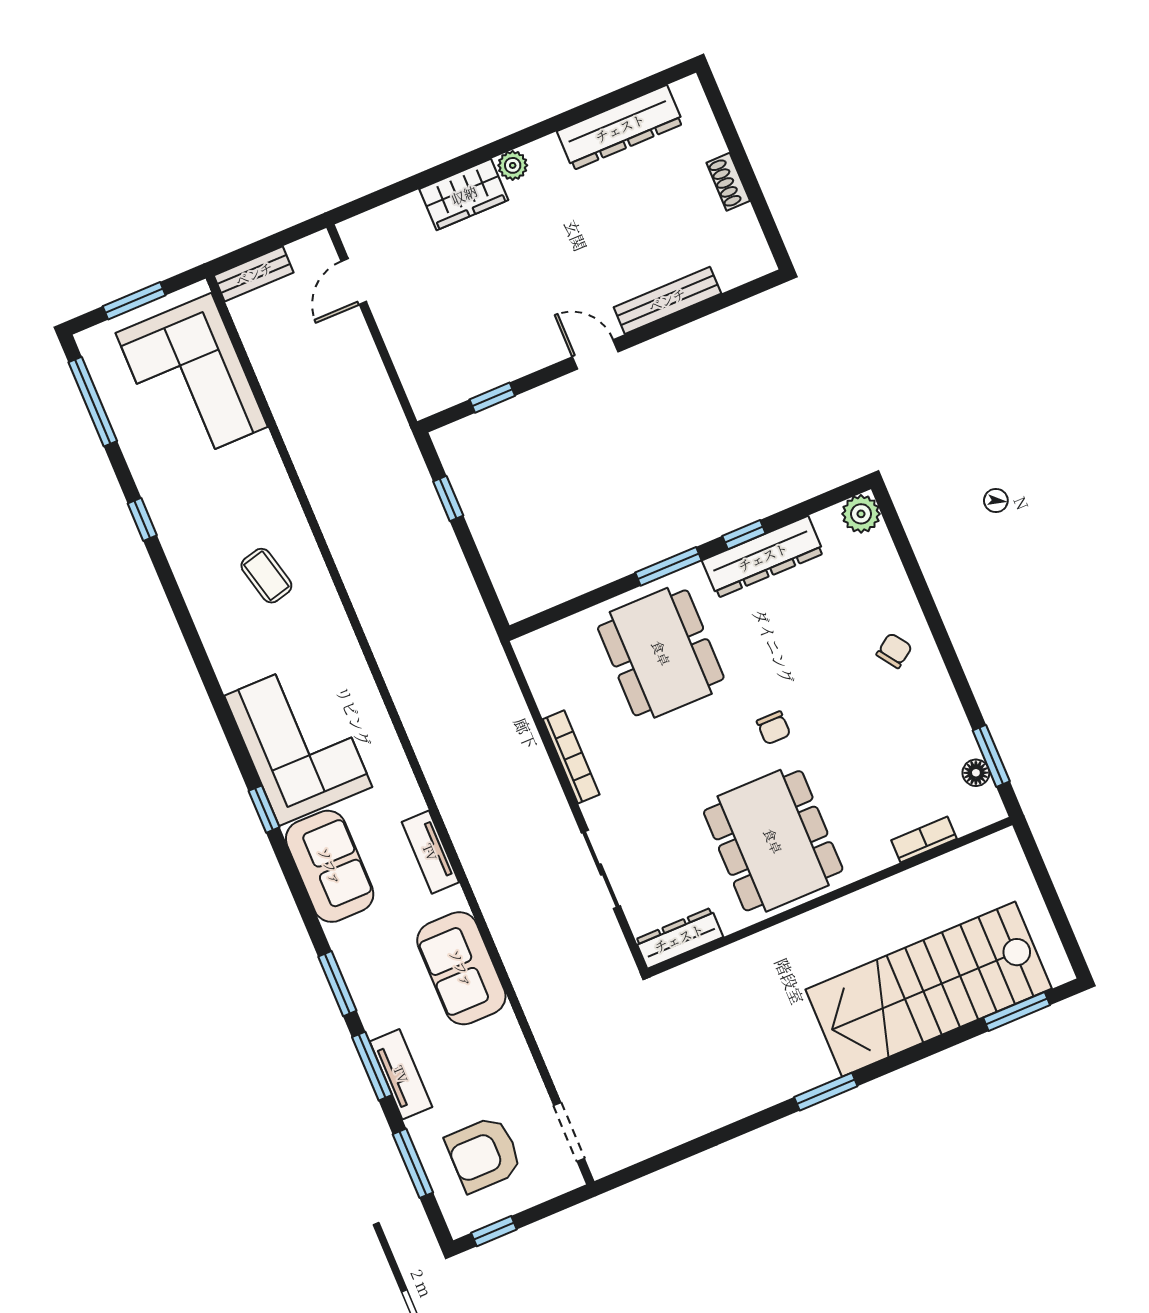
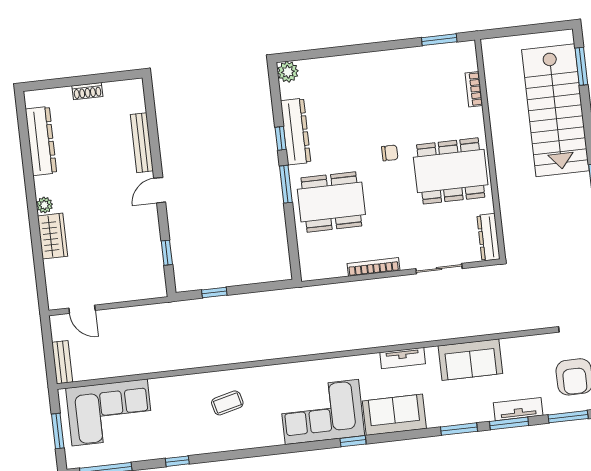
chair: (894, 651) -> (367, 75), removed
floor lamp: (976, 773) -> (446, 51), removed

